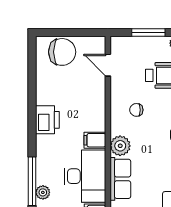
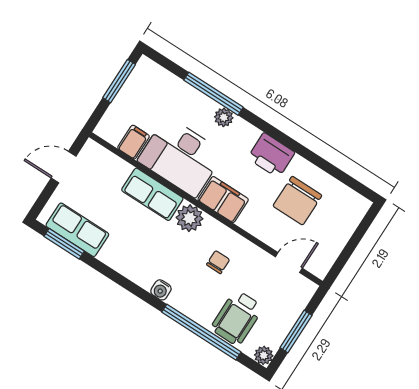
chair: (62, 52) -> (297, 201), moved
filing cabinet: (95, 140) -> (223, 200), width x2.00
plant: (43, 192) -> (224, 117), moved

